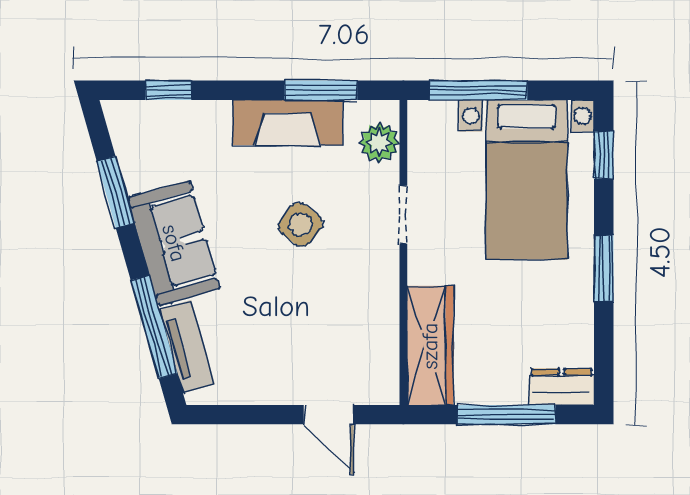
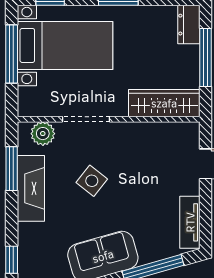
window: (478, 90) -> (12, 54), moved
doorway: (403, 215) -> (86, 119), width x1.38
tv unit: (187, 347) -> (190, 222), moved, turned -74

